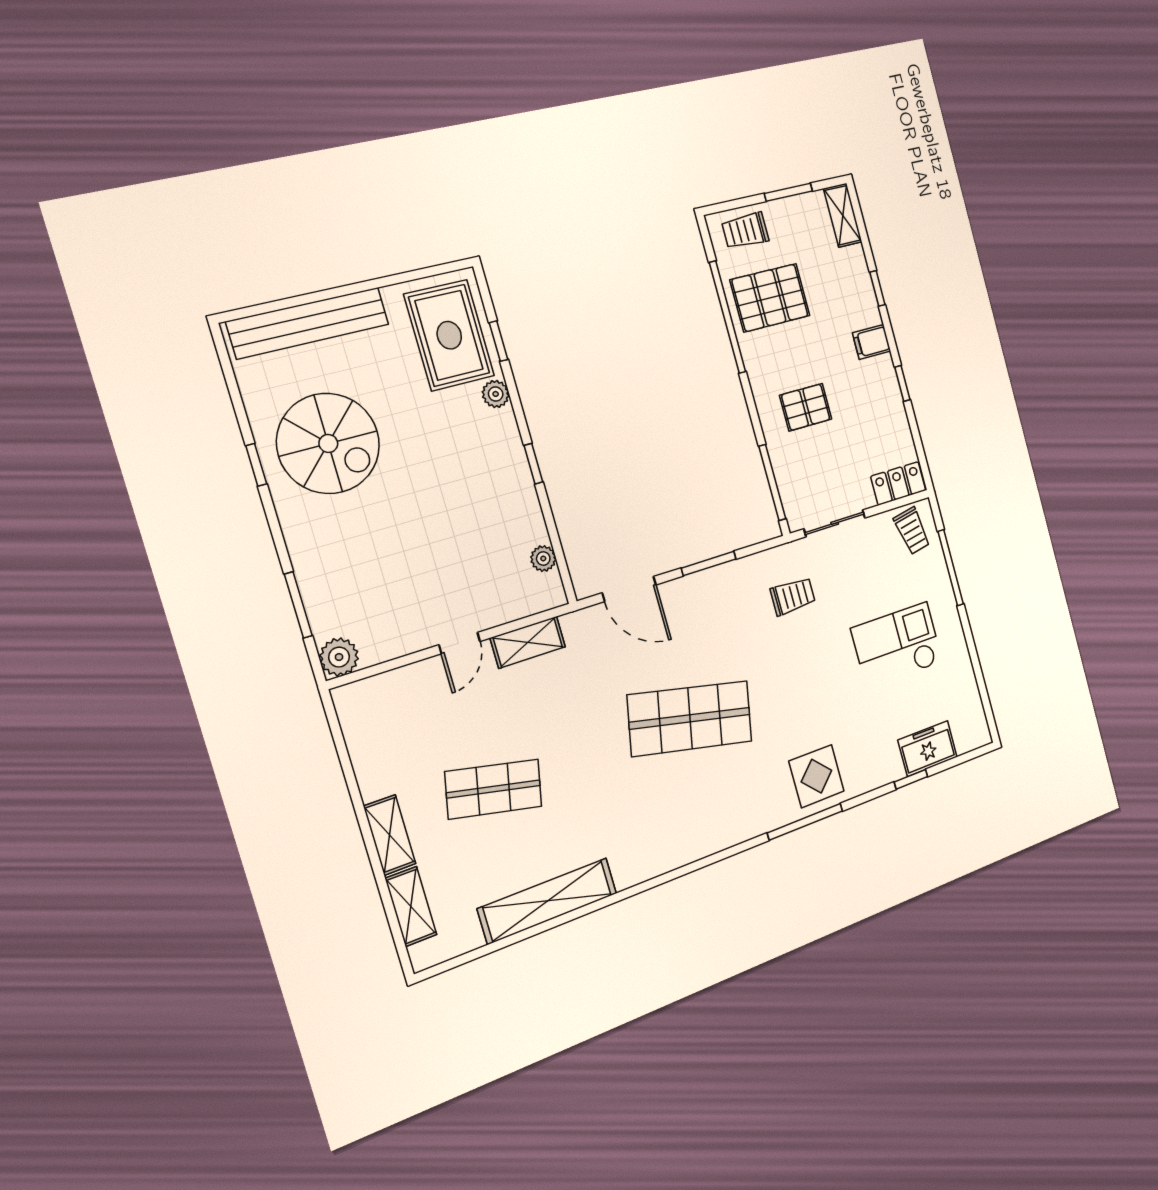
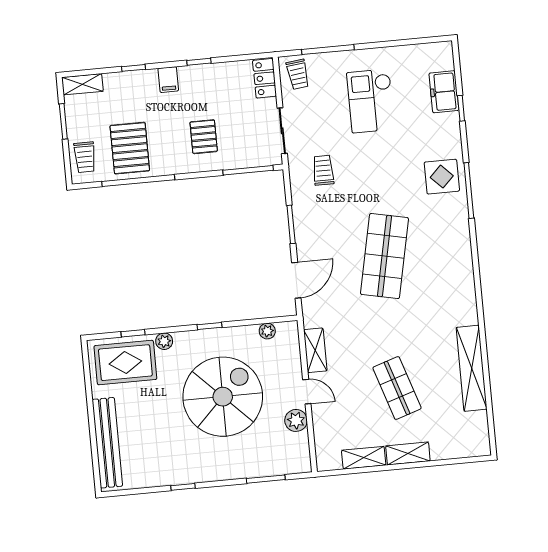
spiral stairs: (328, 443) -> (223, 397), moved, width x1.37, depth x1.37
trolley: (912, 531) -> (298, 74), turned 94
plant: (339, 657) -> (296, 420), moved
shop shelf: (494, 789) -> (397, 388), turned -30
shelving: (411, 907) -> (364, 458), moved

